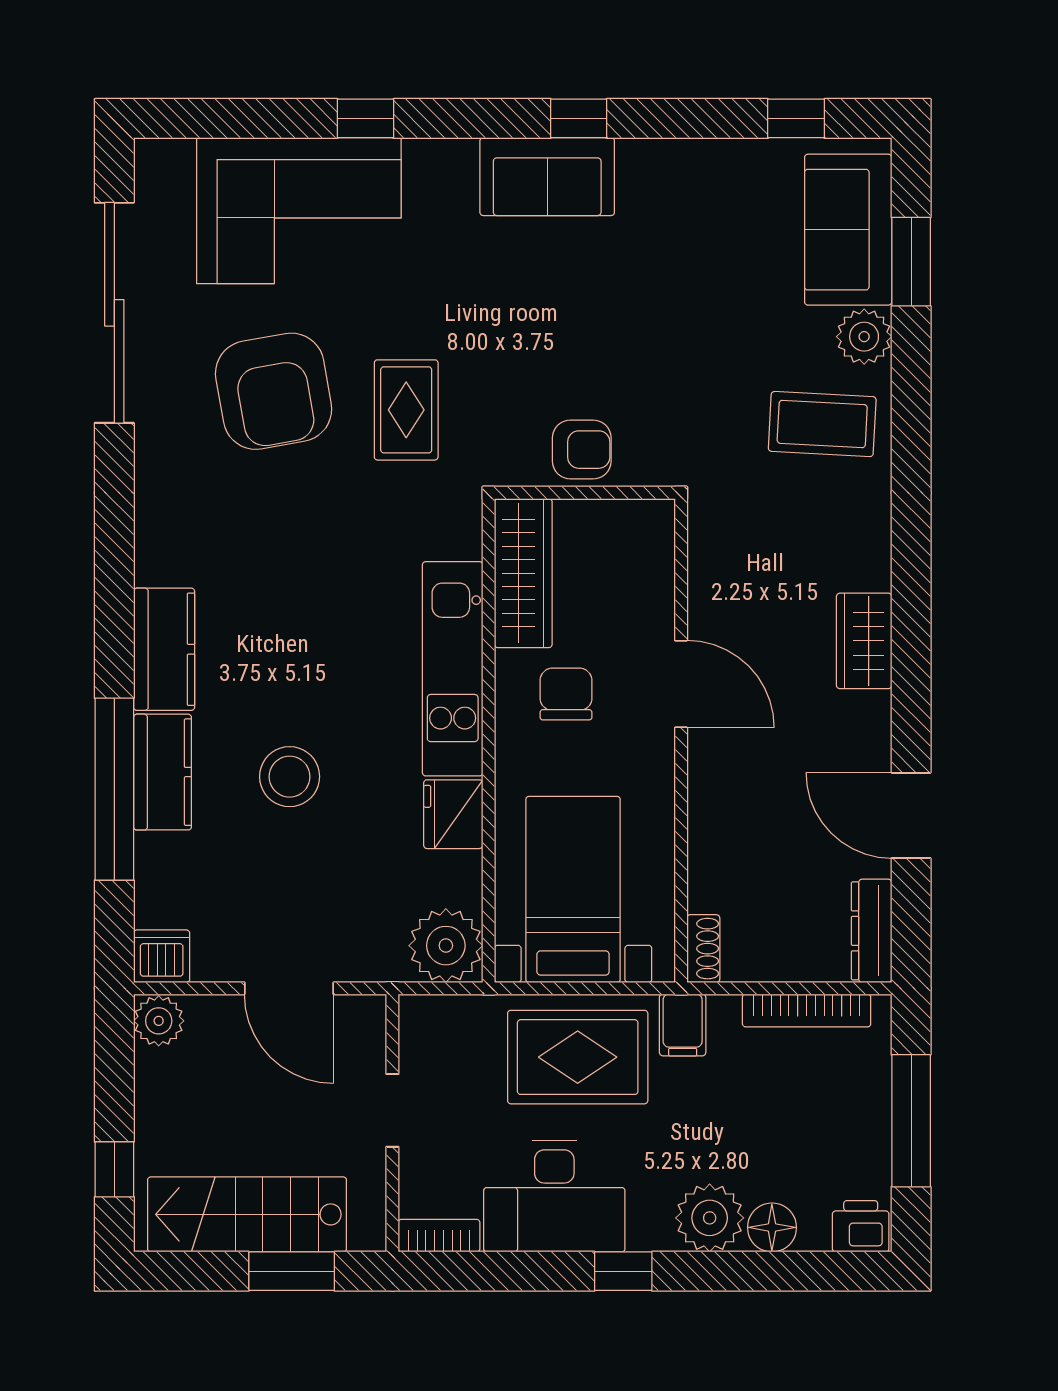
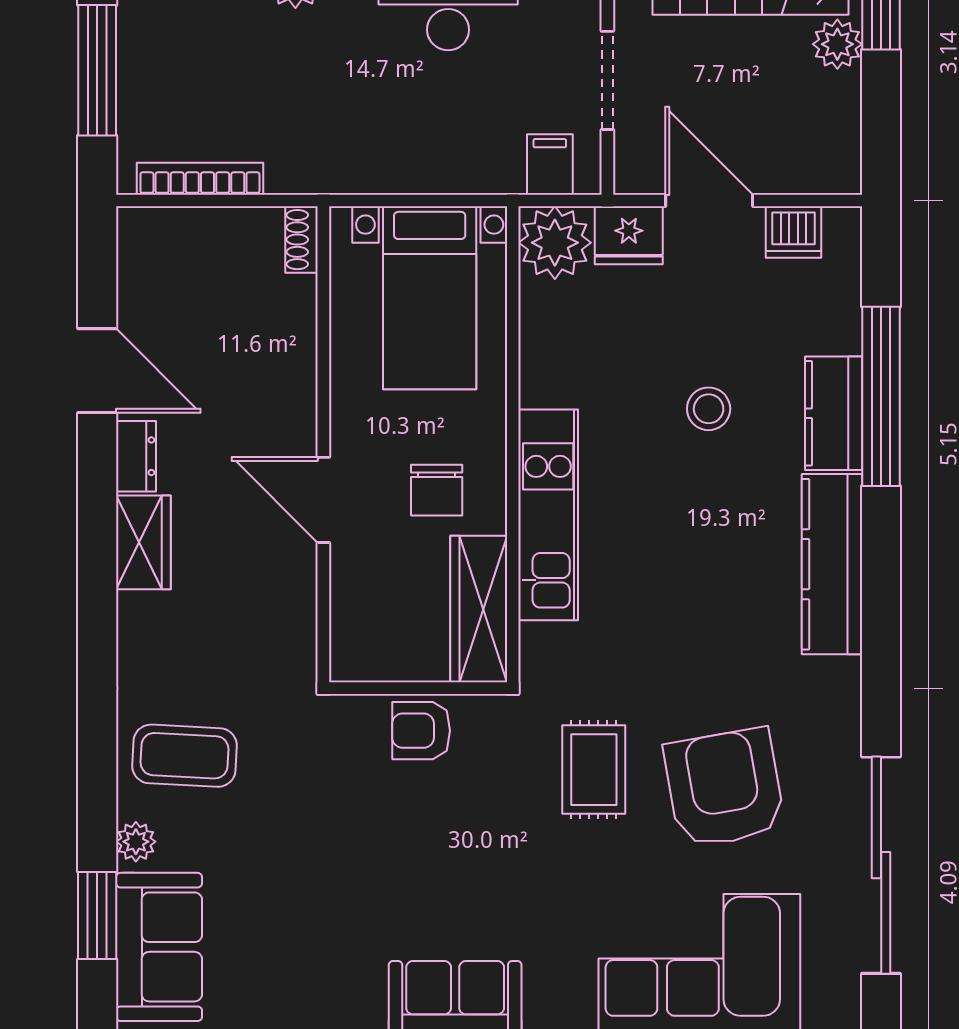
plant: (864, 337) -> (136, 842), width x0.73, depth x0.73
kitchen counter: (164, 649) -> (832, 564), width x1.50
stool: (290, 777) -> (709, 409), width x0.73, depth x0.73
fridge: (453, 814) -> (629, 235), moved, turned 90
dresser: (872, 931) -> (136, 456), moved, width x0.70
dishwasher: (162, 956) -> (793, 232), moved
plant: (159, 1021) -> (837, 44), moved
filing cabinet: (683, 1025) -> (550, 164), moved
rug: (578, 1057) -> (425, 133), removed
doorway: (392, 1110) -> (607, 80), width x1.38

